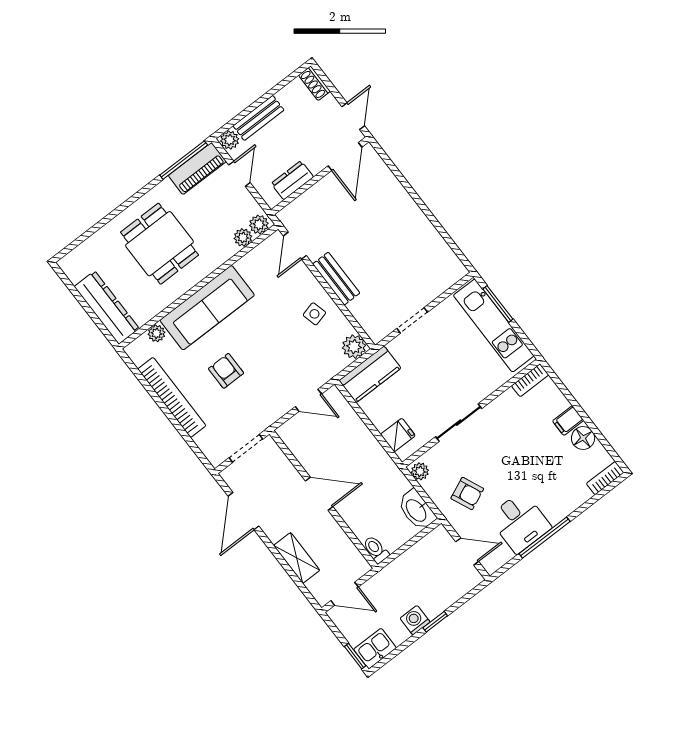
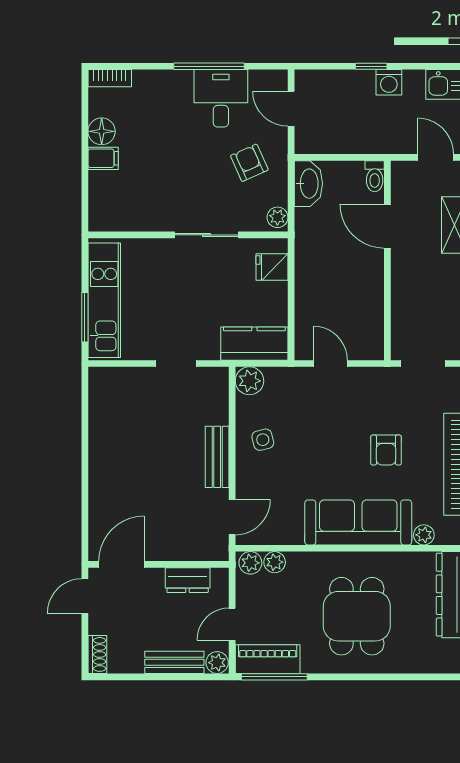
bookcase: (530, 380) -> (110, 223), removed
door: (319, 494) -> (387, 226), moved

